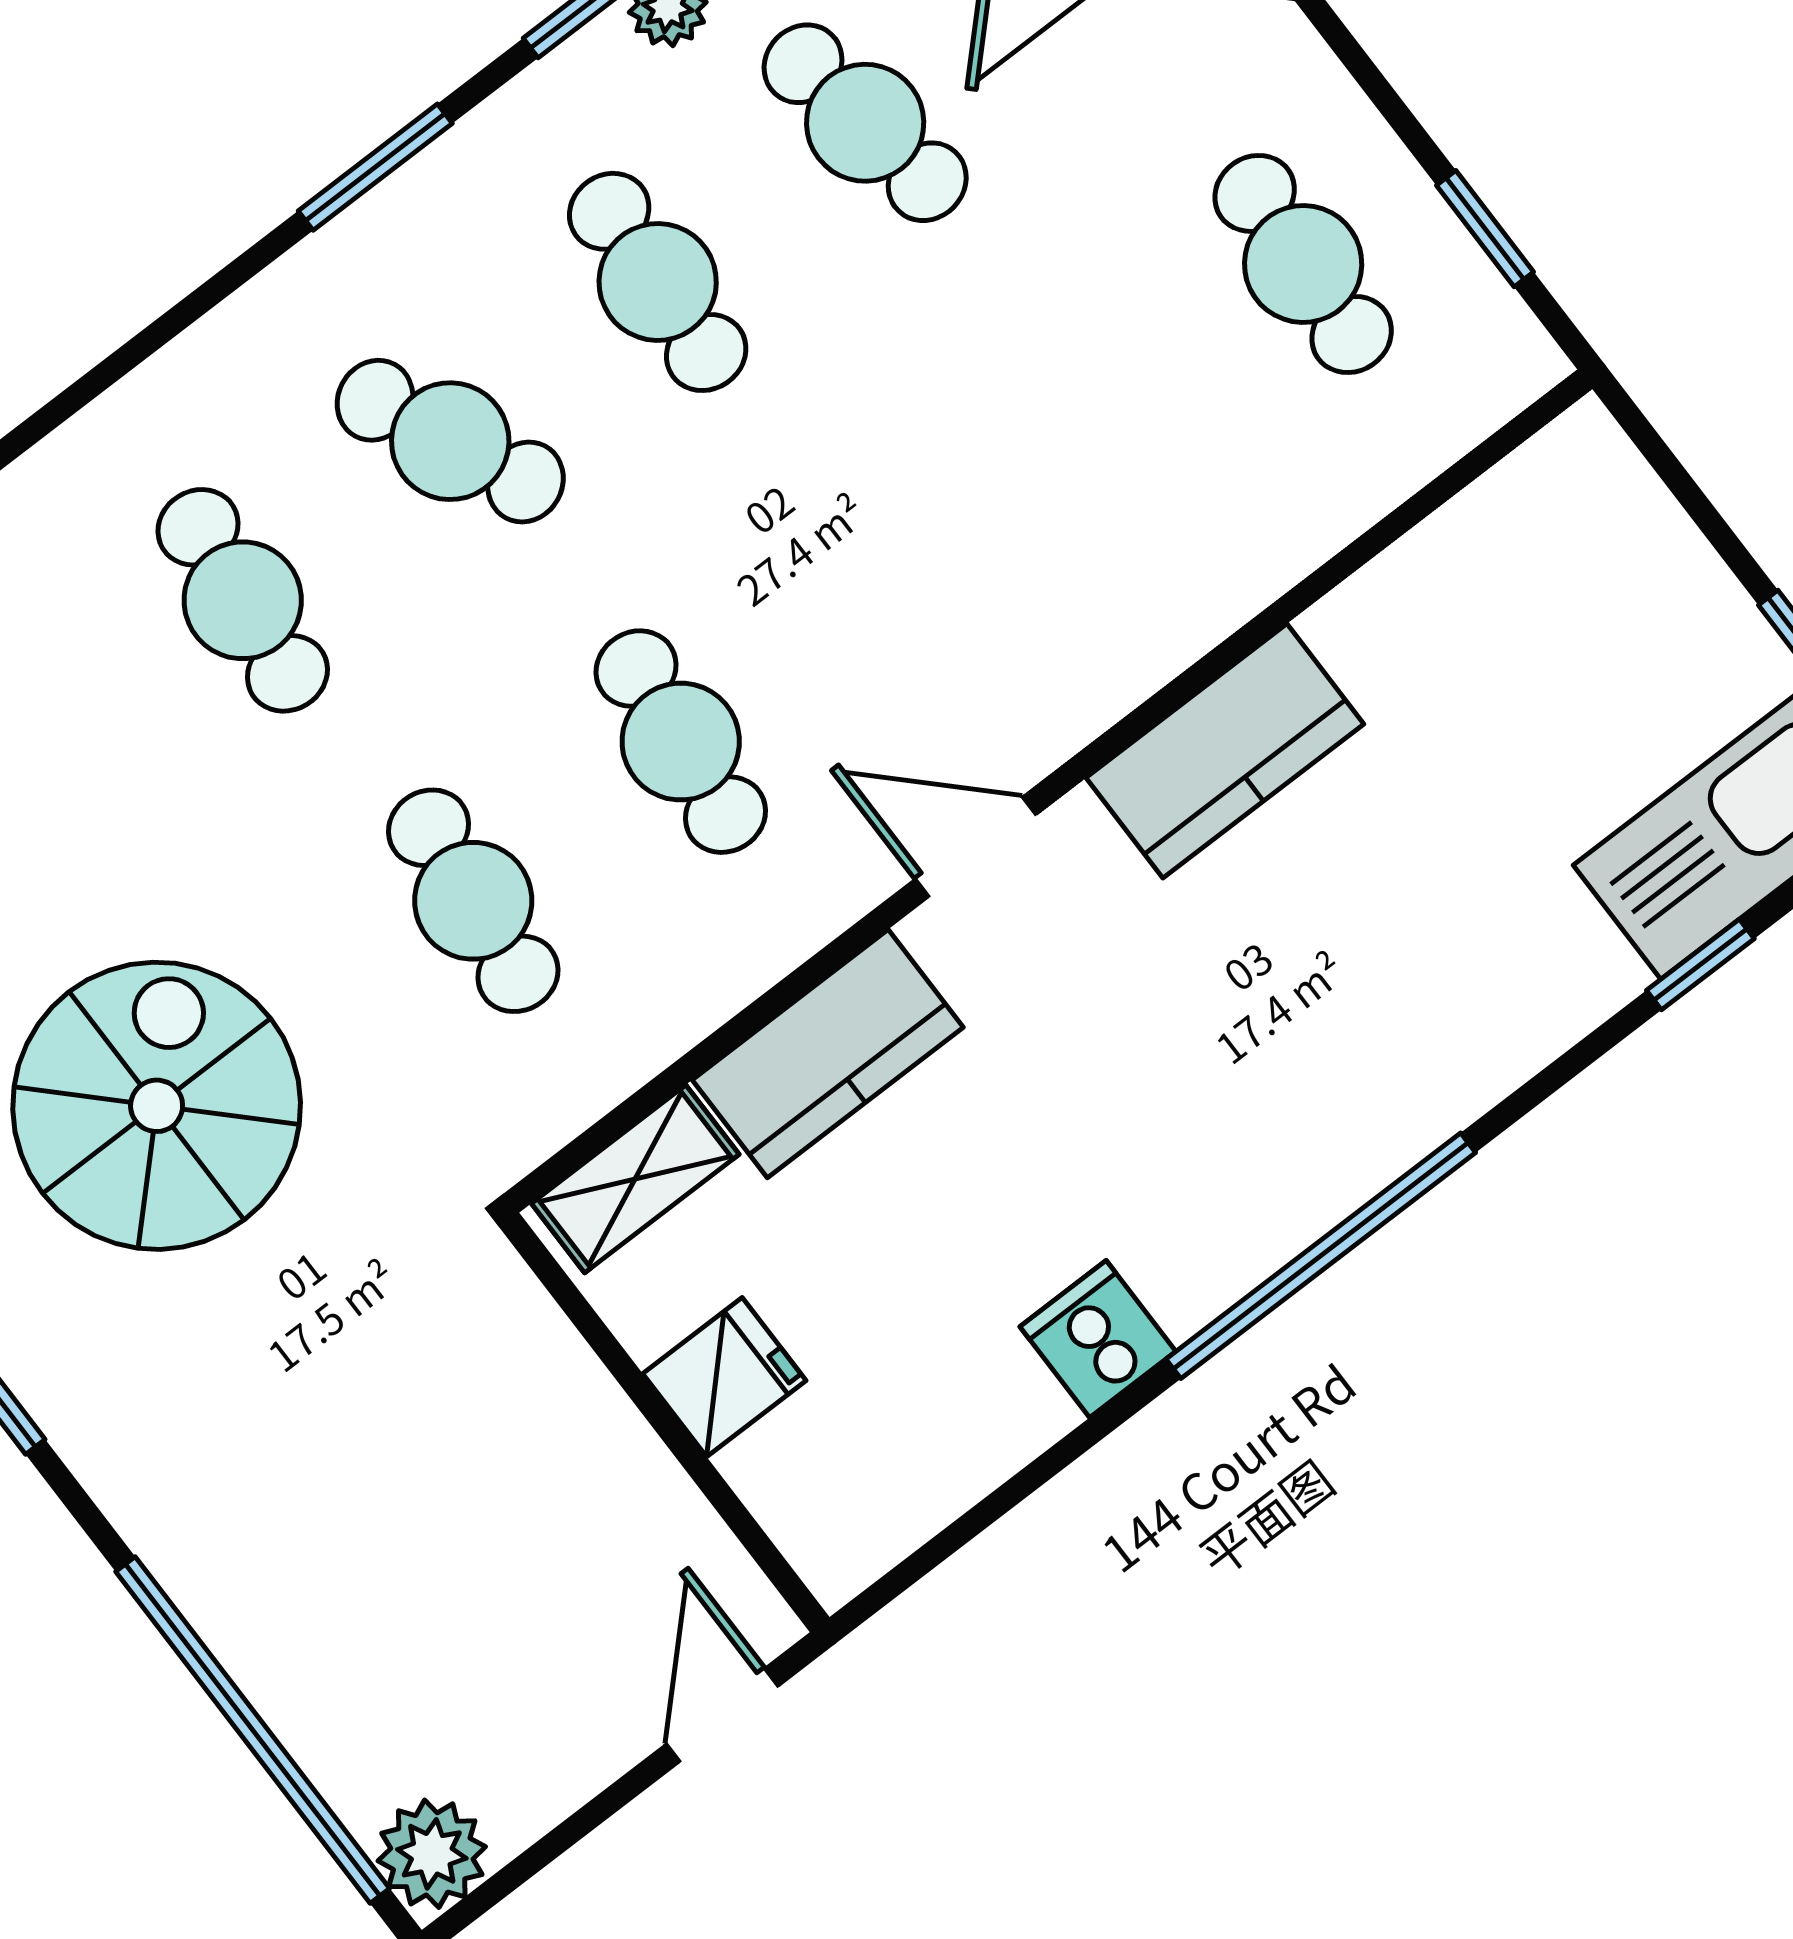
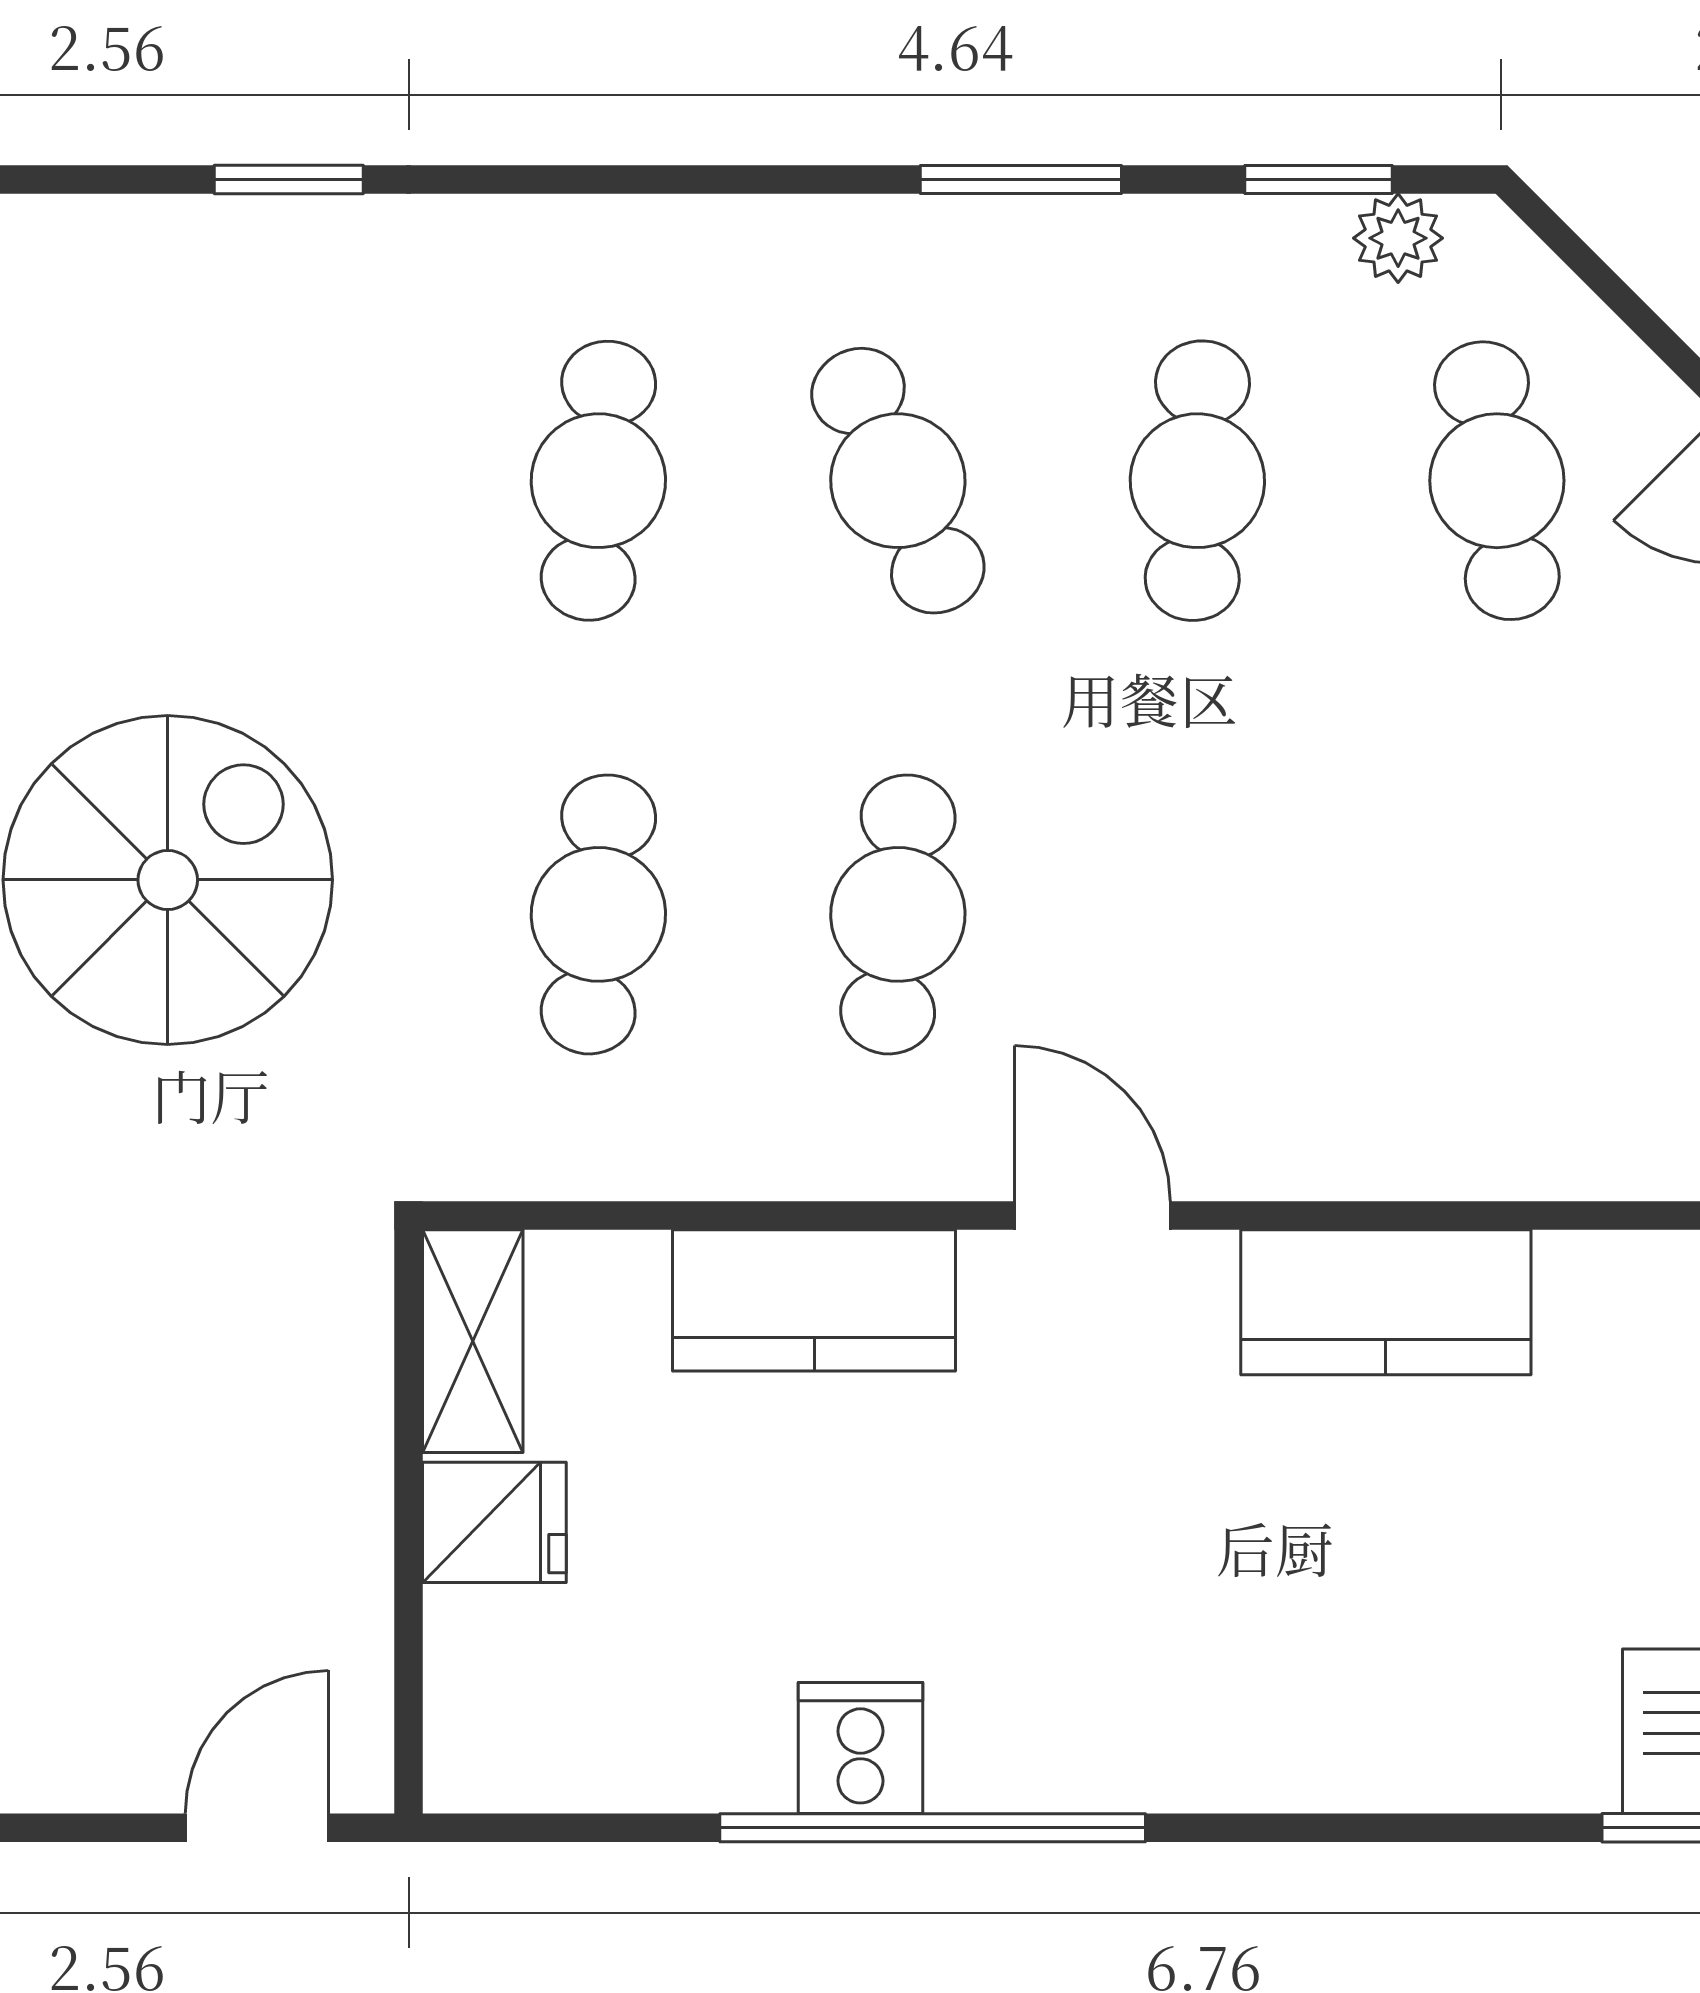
shelving: (635, 1179) -> (473, 1341), moved, turned 90
window: (1321, 1256) -> (933, 1828), moved

